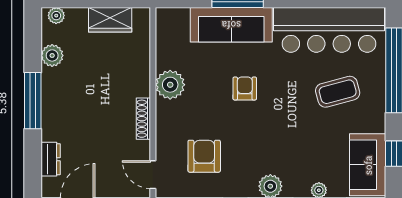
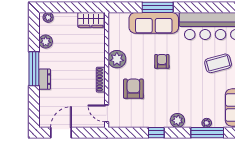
wardrobe: (110, 20) -> (91, 20), moved
armchair: (204, 156) -> (133, 89), moved
dresser: (51, 159) -> (45, 79), moved

